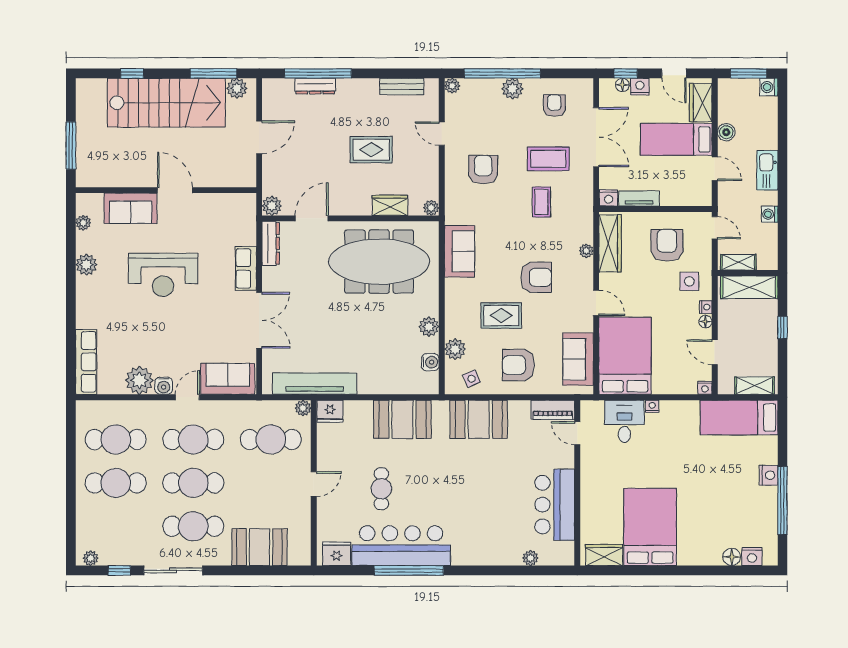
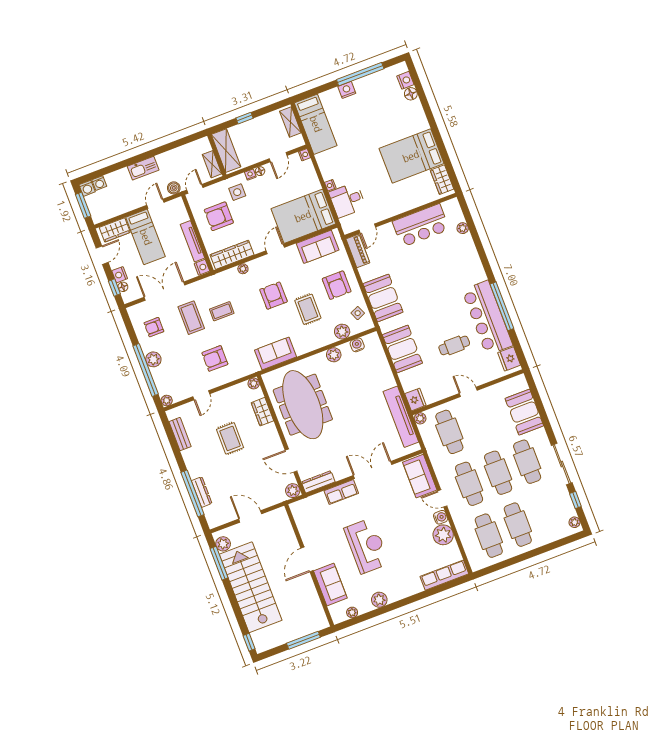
window: (132, 73) -> (249, 642), moved
boiler: (726, 132) -> (174, 188), moved
tv unit: (639, 198) -> (192, 241), width x1.41
washing machine: (770, 214) -> (99, 183), moved

